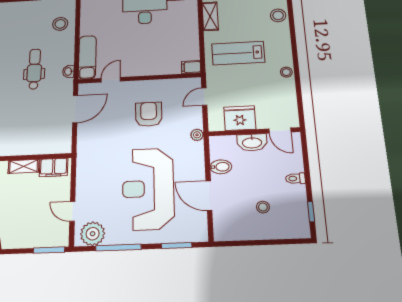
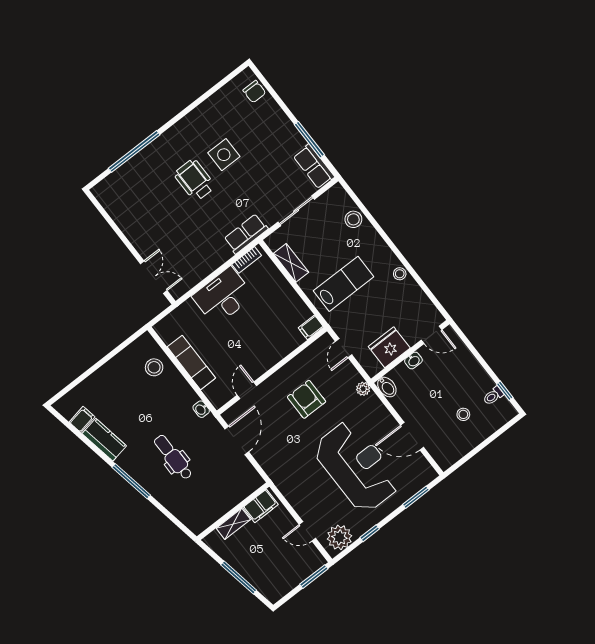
lab bench: (238, 53) -> (344, 284), turned 180
exam couch: (87, 57) -> (191, 362), moved
dental chair: (34, 69) -> (173, 457), moved
washbasin: (252, 142) -> (413, 360), width x0.52, depth x0.69
bidet: (221, 167) -> (387, 387), moved, turned 90
toilet: (295, 178) -> (493, 396), moved
reception desk: (148, 189) -> (357, 466), turned 180
window: (118, 248) -> (370, 533), width x0.46

